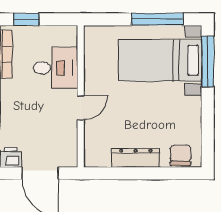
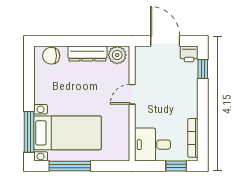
desk: (56, 68) -> (153, 145), moved
chair: (180, 155) -> (51, 56), turned 90
plant: (99, 156) -> (117, 55), added

